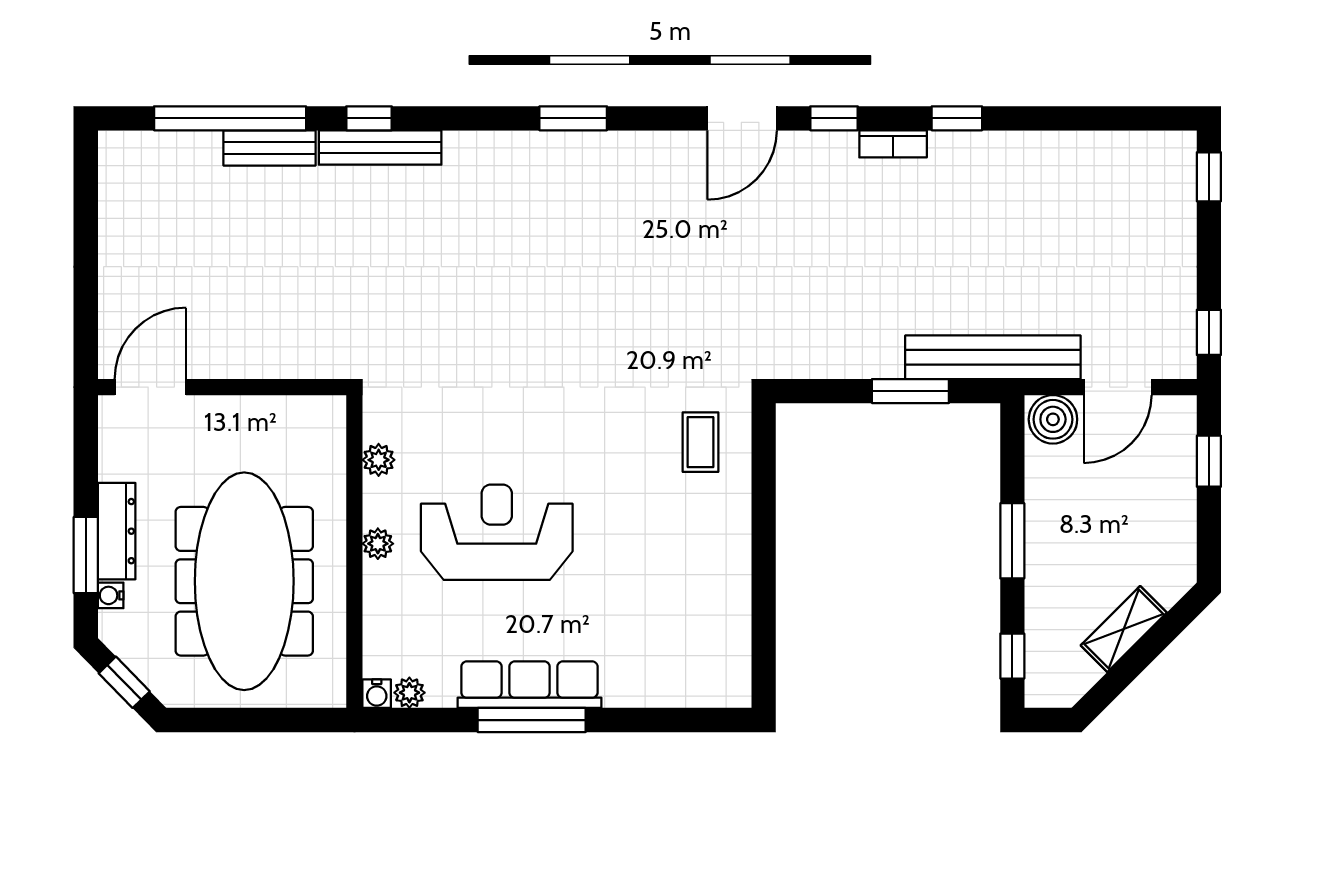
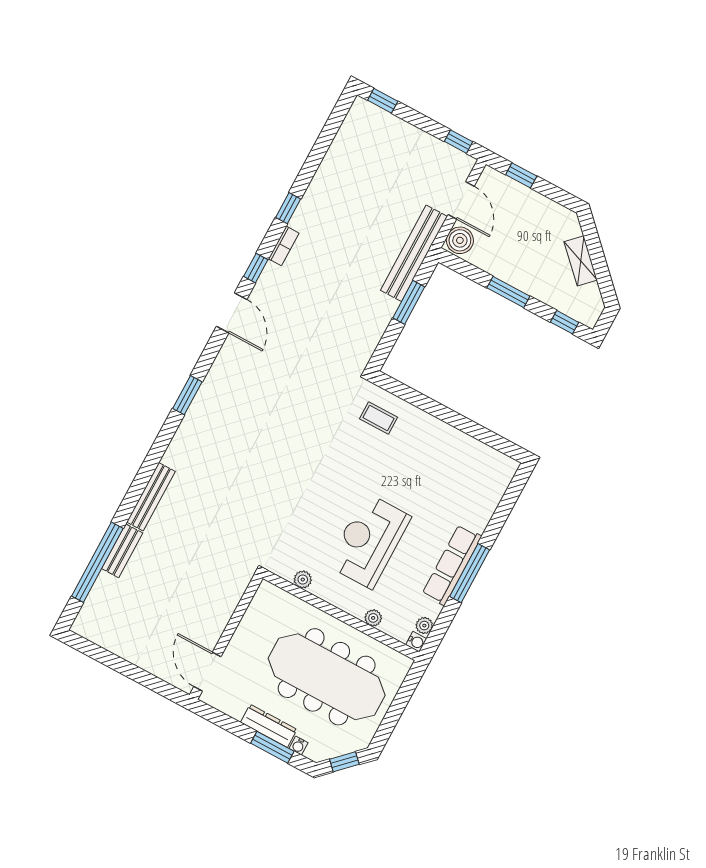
window: (369, 118) -> (134, 495), removed
plant: (378, 544) -> (373, 618), moved

